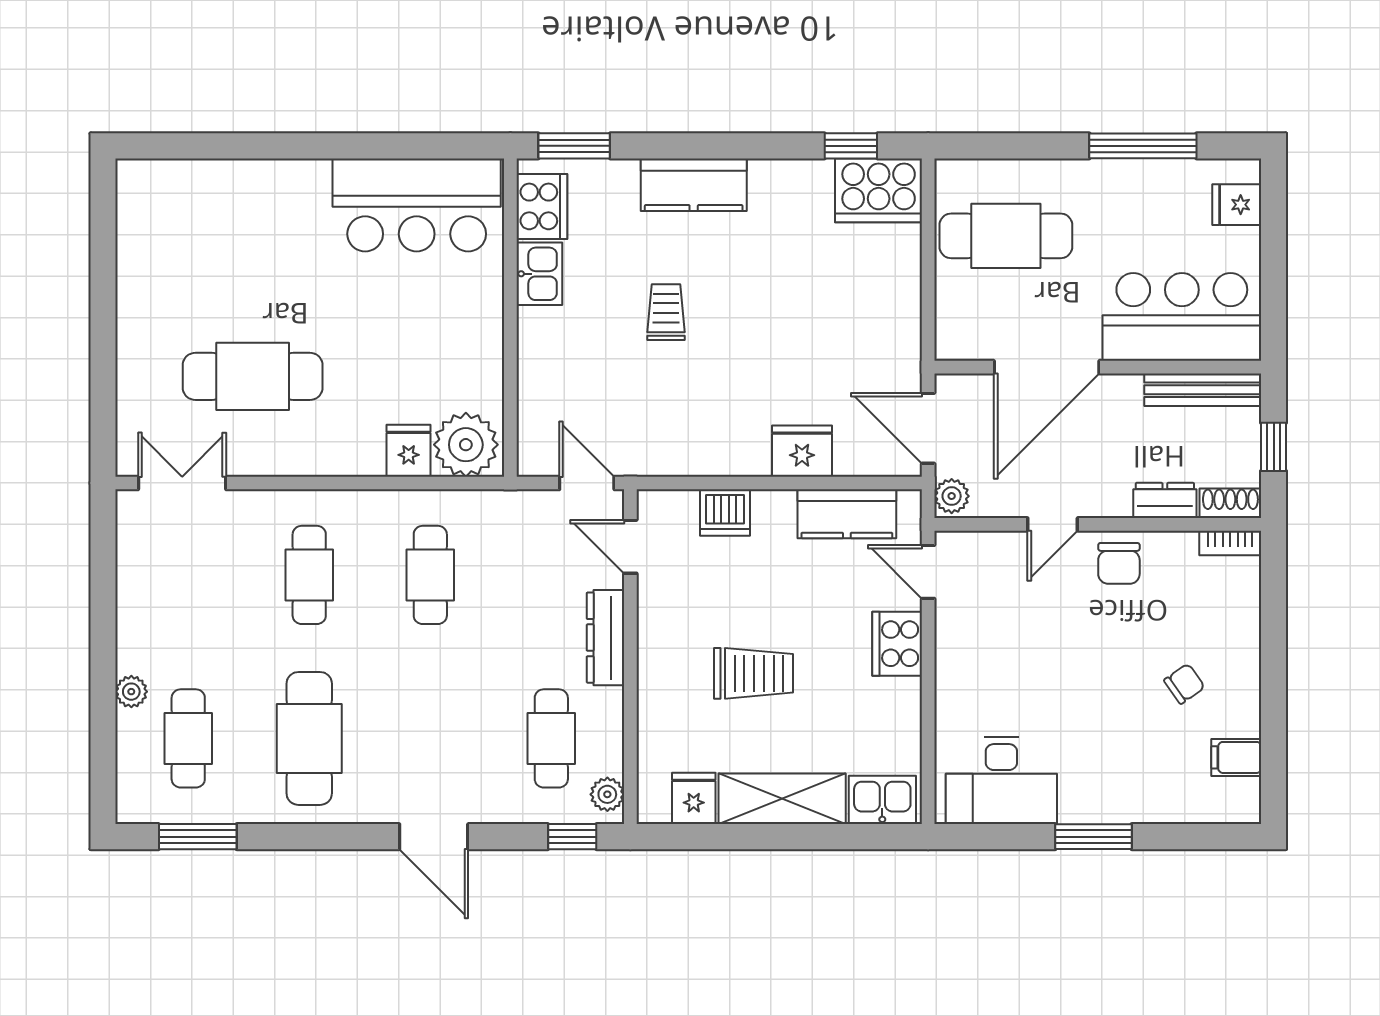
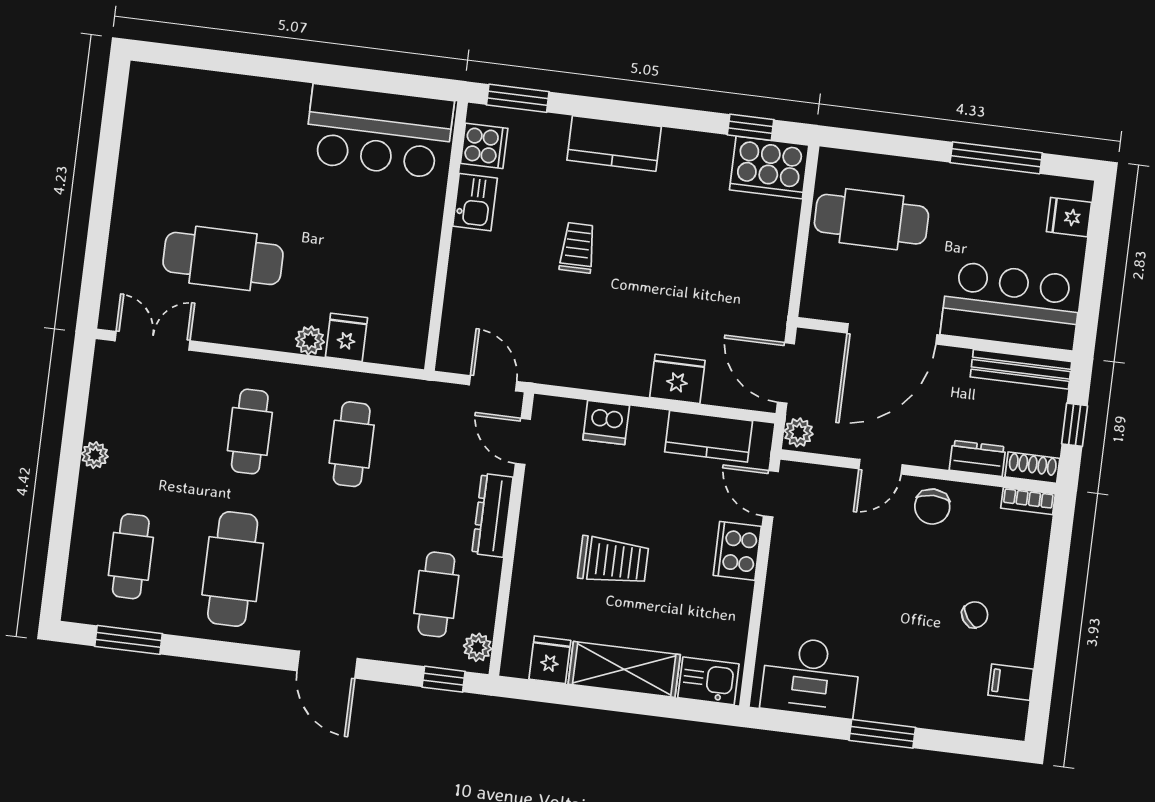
cooker: (542, 206) -> (484, 146), width x0.73
plant: (466, 445) -> (310, 340), moved, width x0.53, depth x0.53
plant: (131, 692) -> (95, 455), moved

